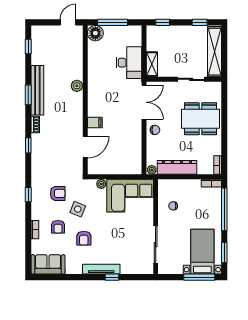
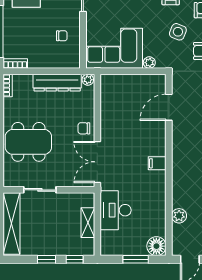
window: (112, 22) -> (136, 259), width x0.69
window: (200, 22) -> (46, 259), moved
shelving: (152, 64) -> (88, 223), moved
plant: (77, 86) -> (179, 216), moved
filing cabinet: (95, 123) -> (157, 163), moved

